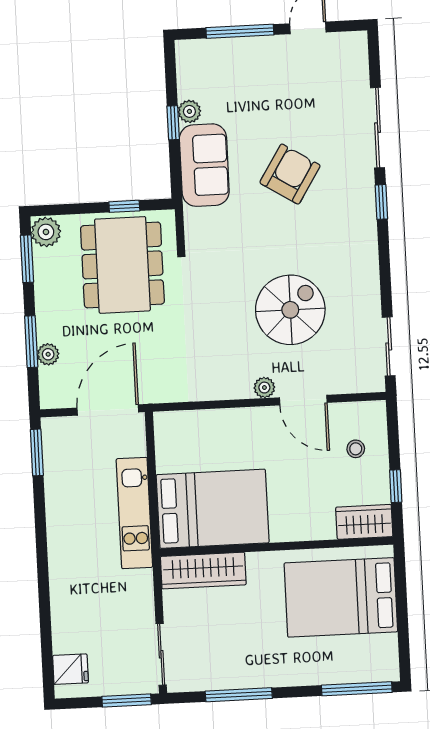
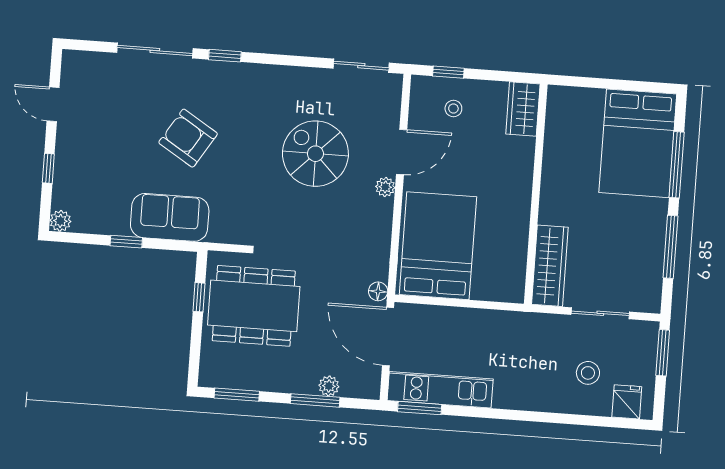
window: (240, 31) -> (48, 168), width x0.46
plant: (189, 111) -> (60, 221), moved
plant: (46, 232) -> (214, 374), removed
floor lamp: (154, 394) -> (378, 291), added
window: (396, 486) -> (448, 72), moved
bed: (213, 509) -> (438, 246), moved
kitchen unit: (134, 513) -> (440, 390), moved, turned 180
bed: (341, 597) -> (638, 143), moved
stool: (96, 625) -> (588, 373), added
sliding door: (161, 654) -> (600, 313), moved
window: (357, 689) -> (677, 165), moved

